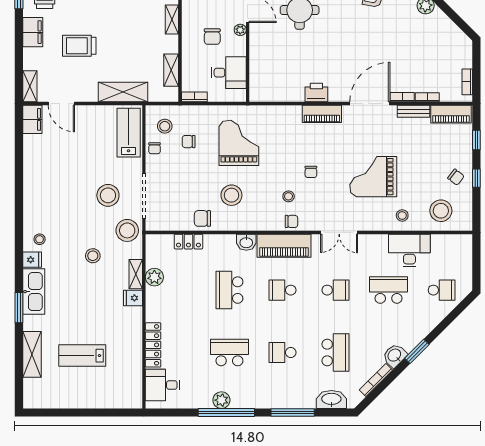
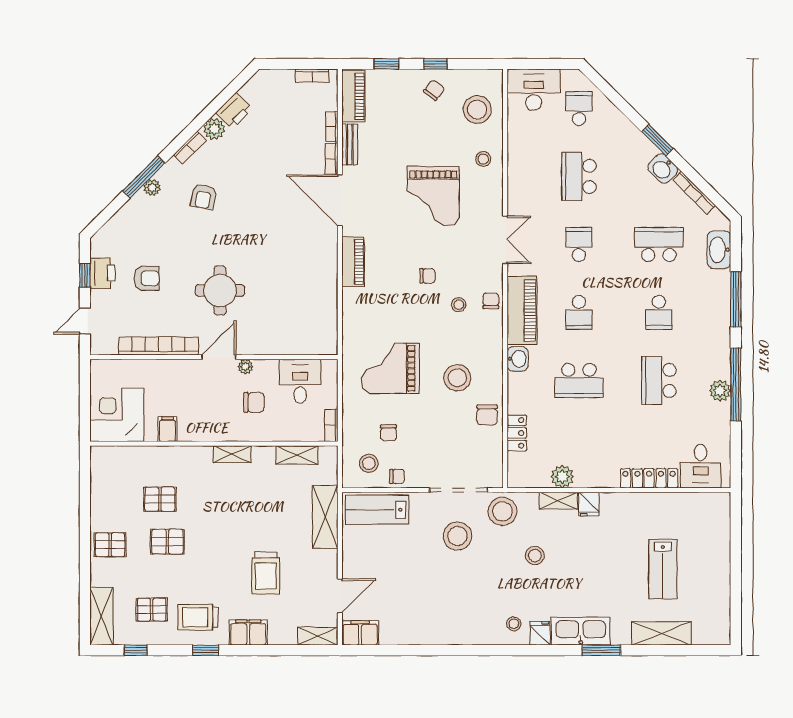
printer: (316, 93) -> (234, 111), moved, turned -135
desk: (409, 250) -> (534, 90), moved, turned 90

